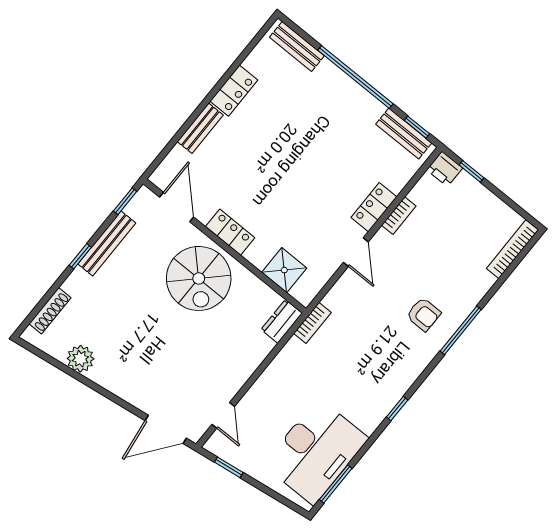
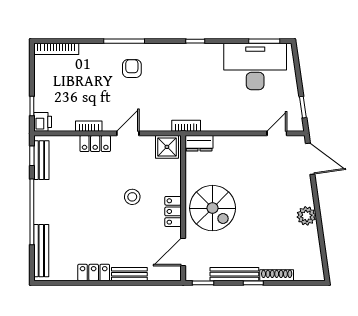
bench: (297, 47) -> (41, 251), width x1.36
stool: (282, 200) -> (132, 197), added
shower: (284, 270) -> (167, 147), moved
spiral stairs: (199, 278) -> (213, 208), turned 90
shoe rack: (50, 311) -> (277, 275), moved
plant: (80, 359) -> (306, 216), moved

